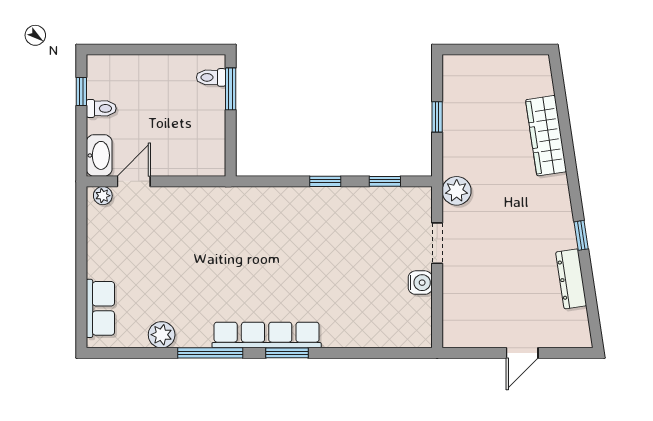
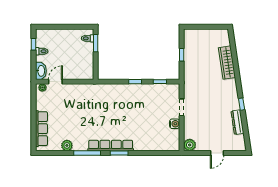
plant: (457, 191) -> (190, 145), moved
row of seats: (100, 308) -> (41, 129), width x1.48

